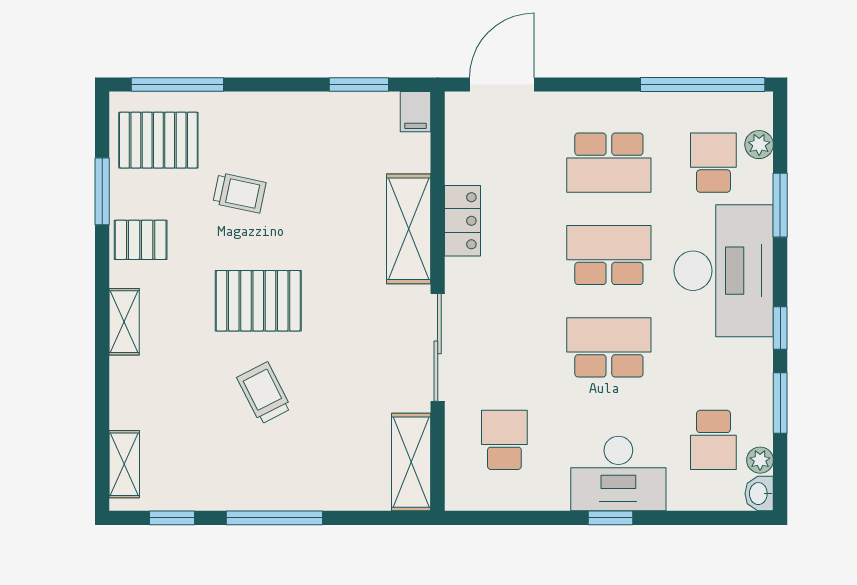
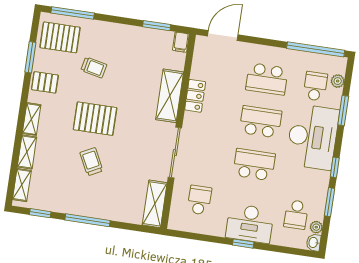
shelving: (125, 393) -> (27, 152), added

